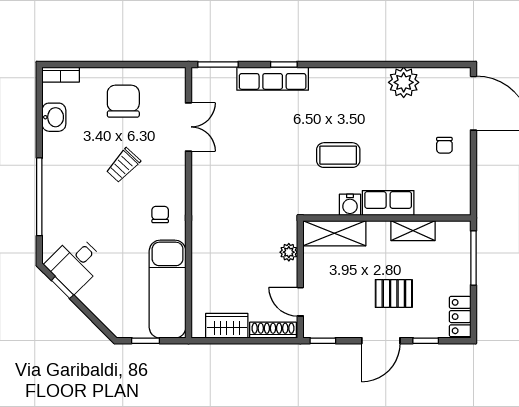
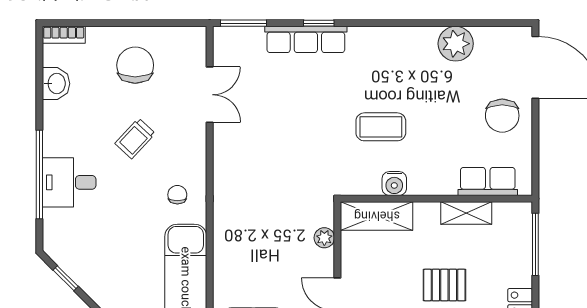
chair: (444, 145) -> (502, 116), width x1.87, depth x1.87
row of seats: (388, 203) -> (488, 181), moved
desk: (75, 263) -> (69, 182), moved, turned 45

